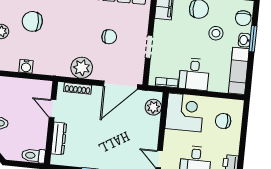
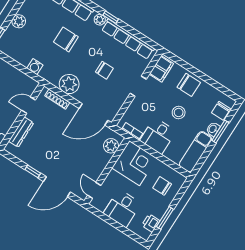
chair: (32, 21) -> (66, 39), moved
stool: (216, 33) -> (179, 112), moved
doorway: (149, 47) -> (138, 86), moved
water cooler: (26, 66) -> (35, 67), moved
door: (53, 109) -> (29, 105), hinge flipped
window: (242, 151) -> (165, 218), added

